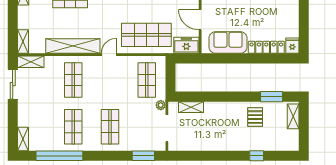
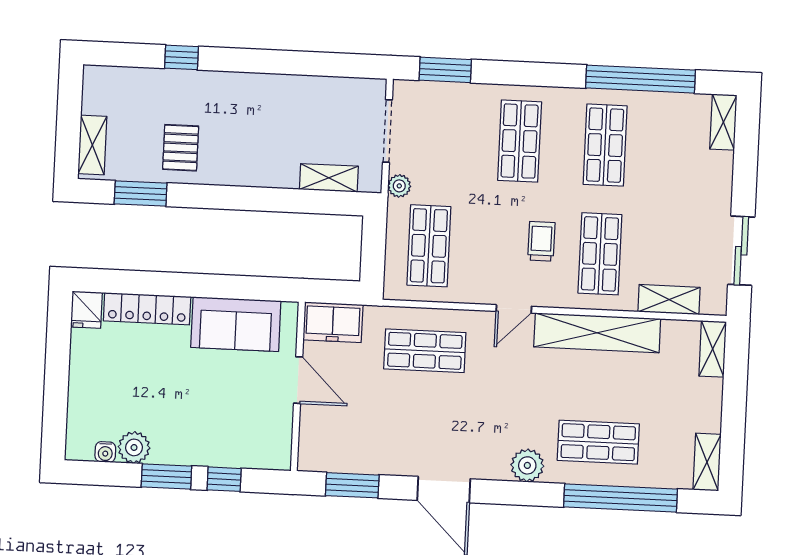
shop shelf: (146, 35) -> (425, 351), width x0.70, depth x0.74
shelving: (31, 62) -> (669, 300), moved
trolley: (99, 84) -> (541, 241), added

